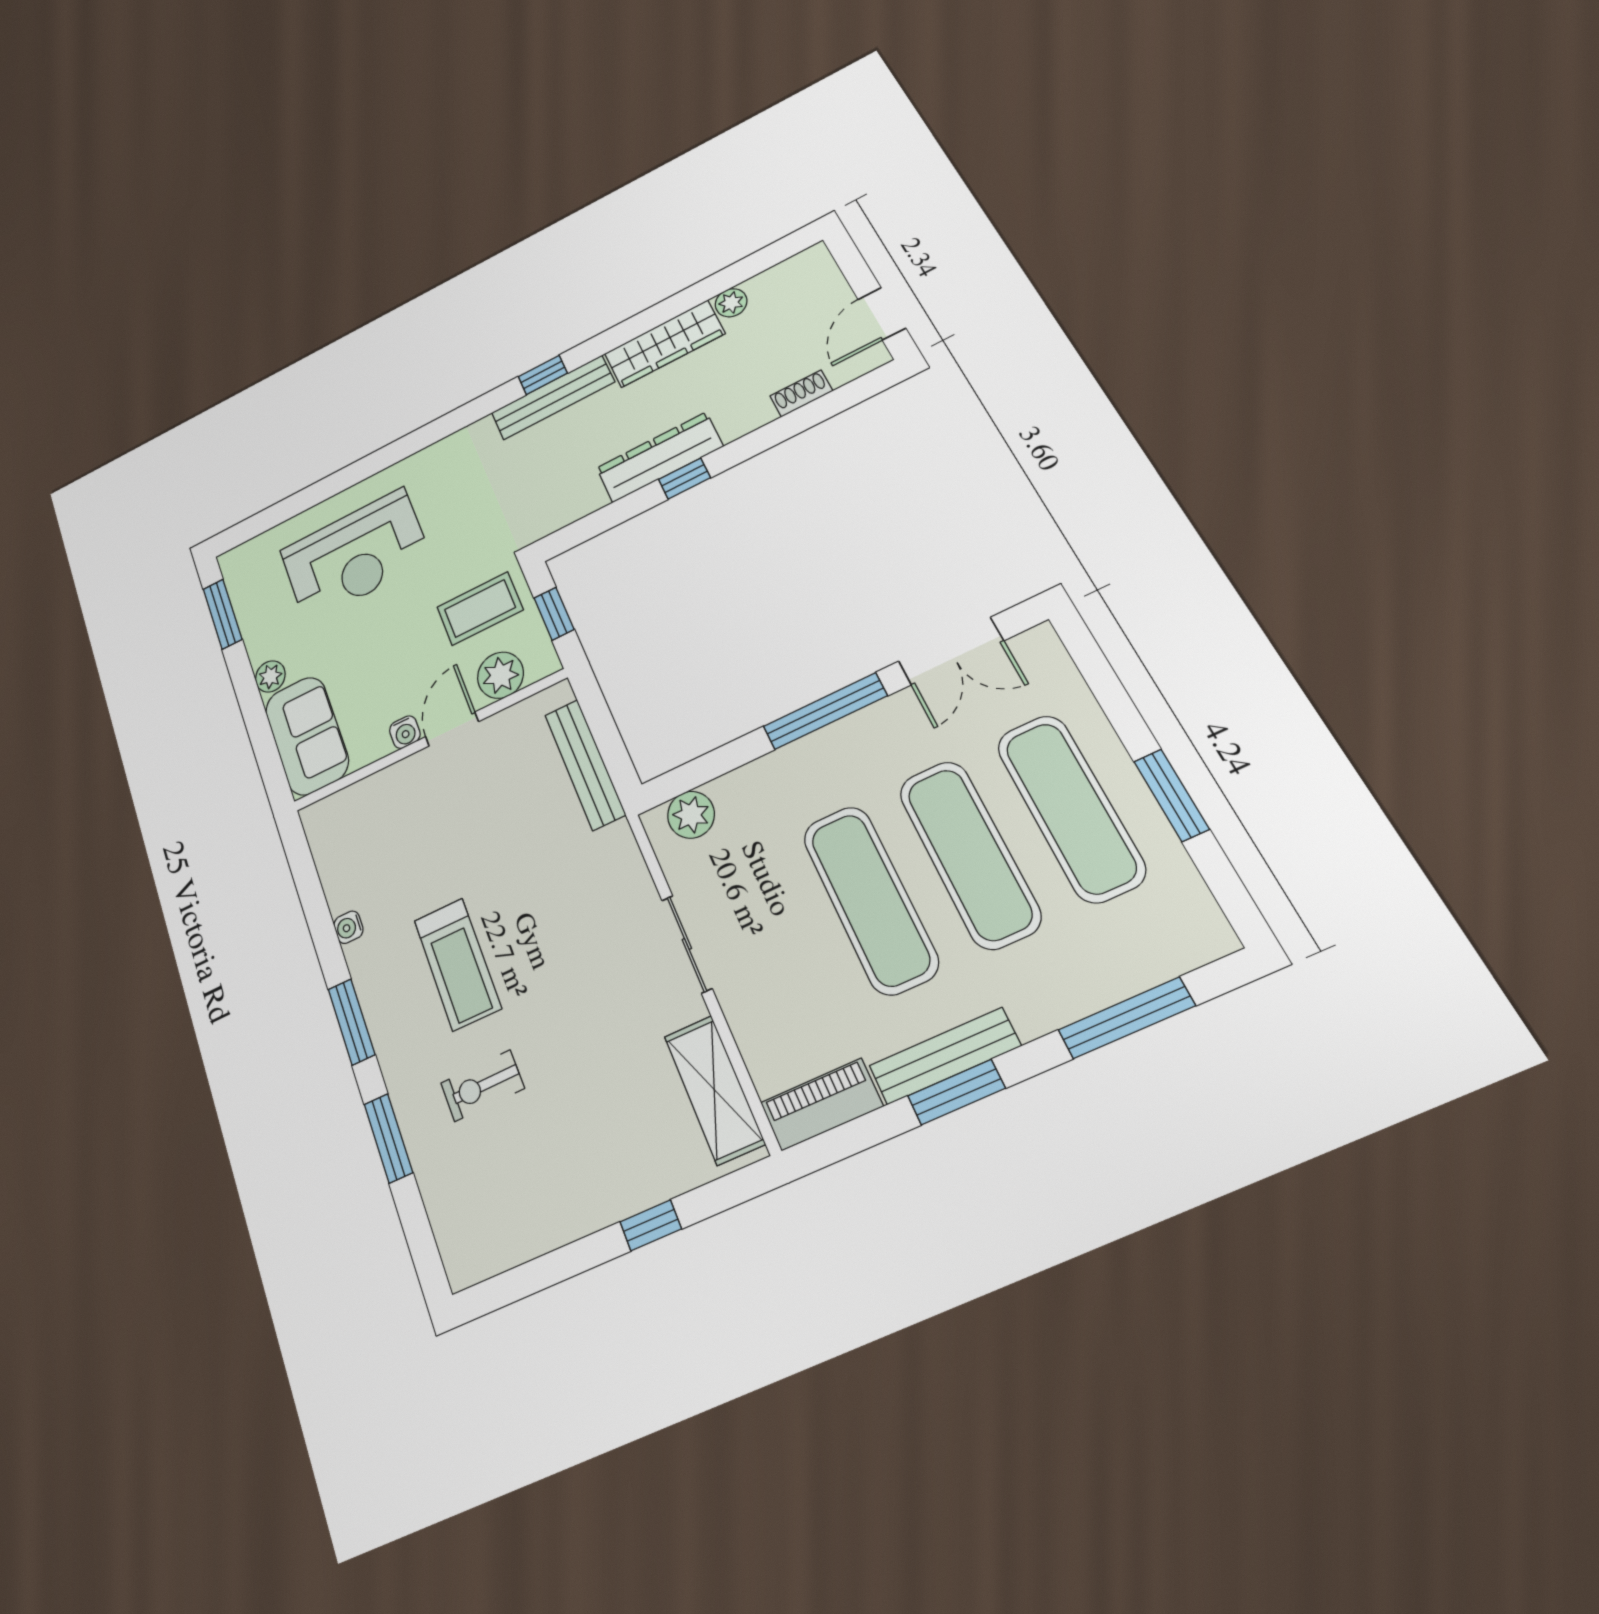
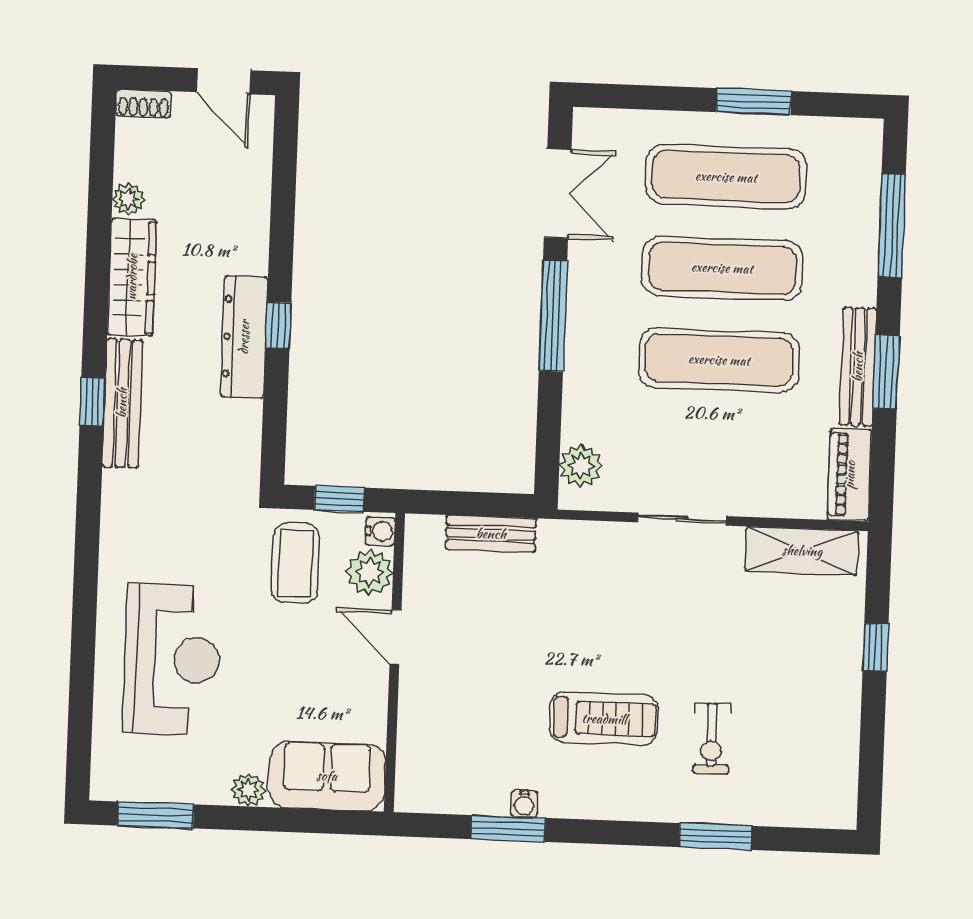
shoe rack: (801, 393) -> (143, 104), moved, turned -90
water cooler: (405, 732) -> (380, 531), moved
bench: (585, 764) -> (491, 534), width x0.73
window: (352, 1022) -> (508, 829), moved

